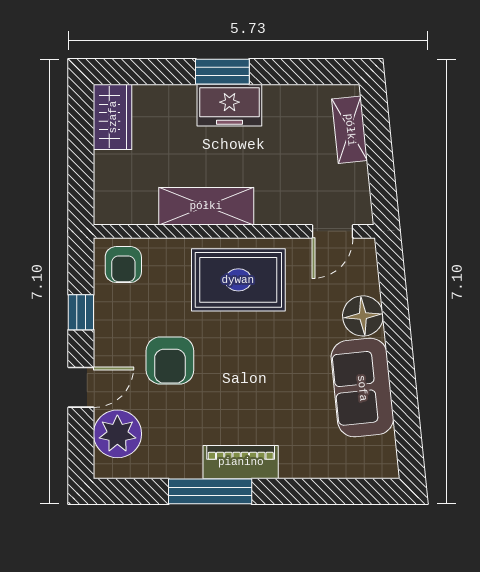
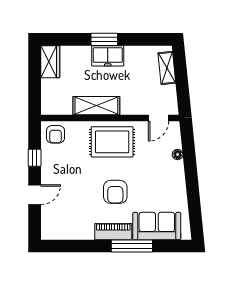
floor lamp: (363, 316) -> (178, 154), width x0.53, depth x0.53
armchair: (170, 360) -> (115, 192), moved
sofa: (362, 388) -> (157, 226), moved, turned 96
plant: (117, 434) -> (53, 218), removed
window: (210, 491) -> (132, 246), moved

